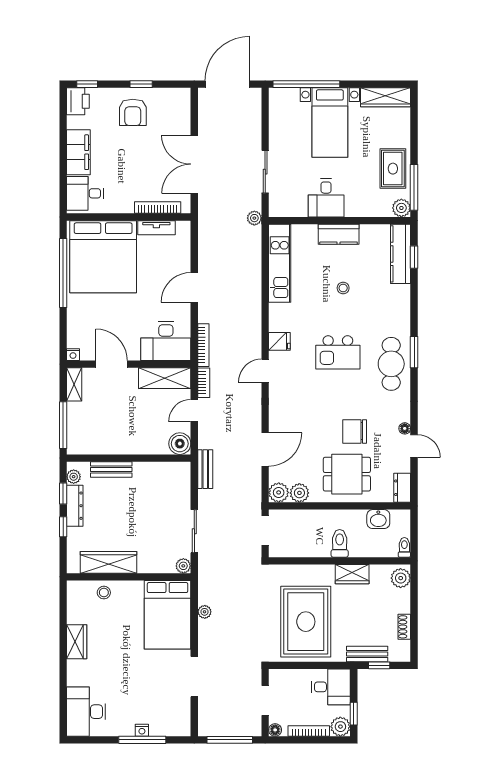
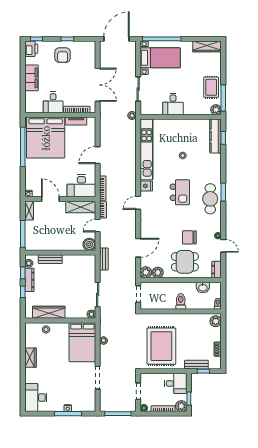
bed with nightstands: (330, 122) -> (160, 58), moved, turned -90
double door: (194, 164) -> (98, 85), swing flipped
desk: (85, 193) -> (53, 102), moved, turned -90
kitchen counter: (339, 234) -> (180, 125), removed
kitchen unit: (280, 263) -> (147, 149), width x1.36
kitchen island: (338, 352) -> (180, 192), turned -90
wardrobe: (352, 574) -> (188, 319), removed

